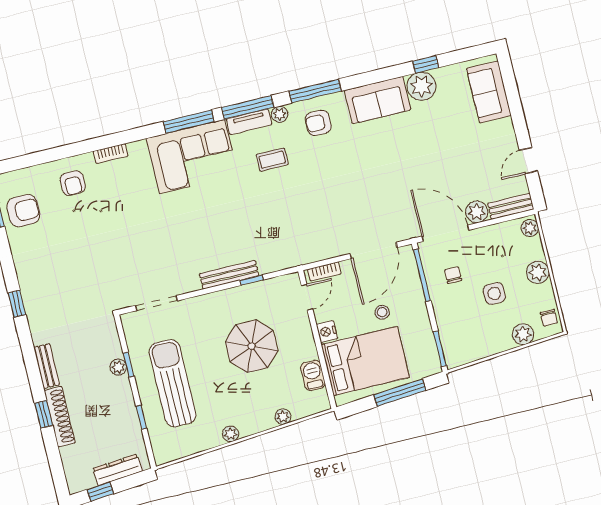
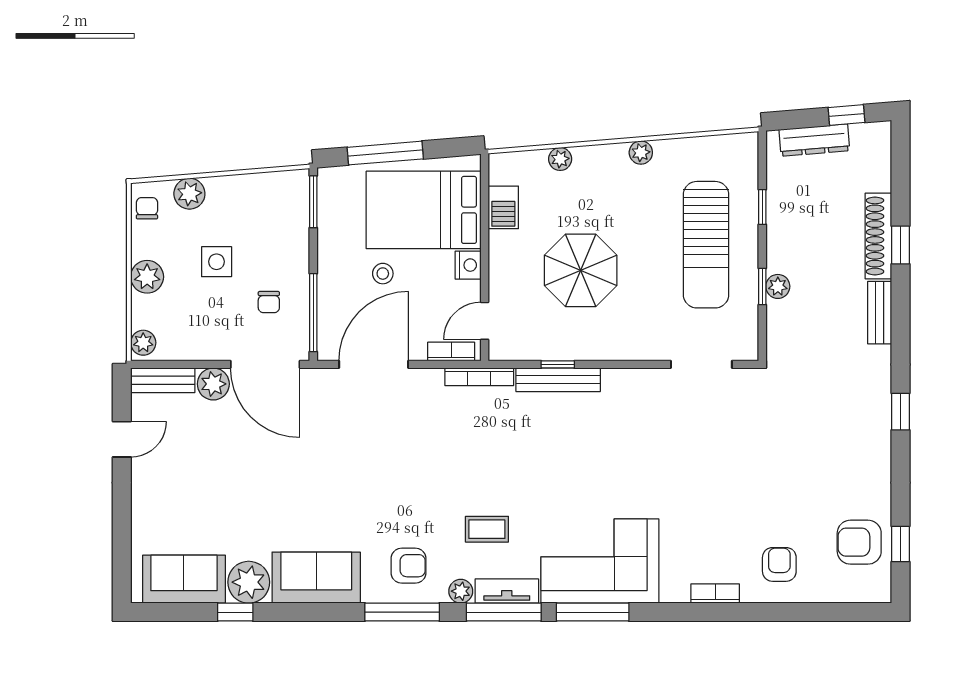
sofa: (489, 92) -> (184, 579), moved, turned -90
bookcase: (302, 259) -> (479, 377), added
bench: (229, 275) -> (558, 380), moved

